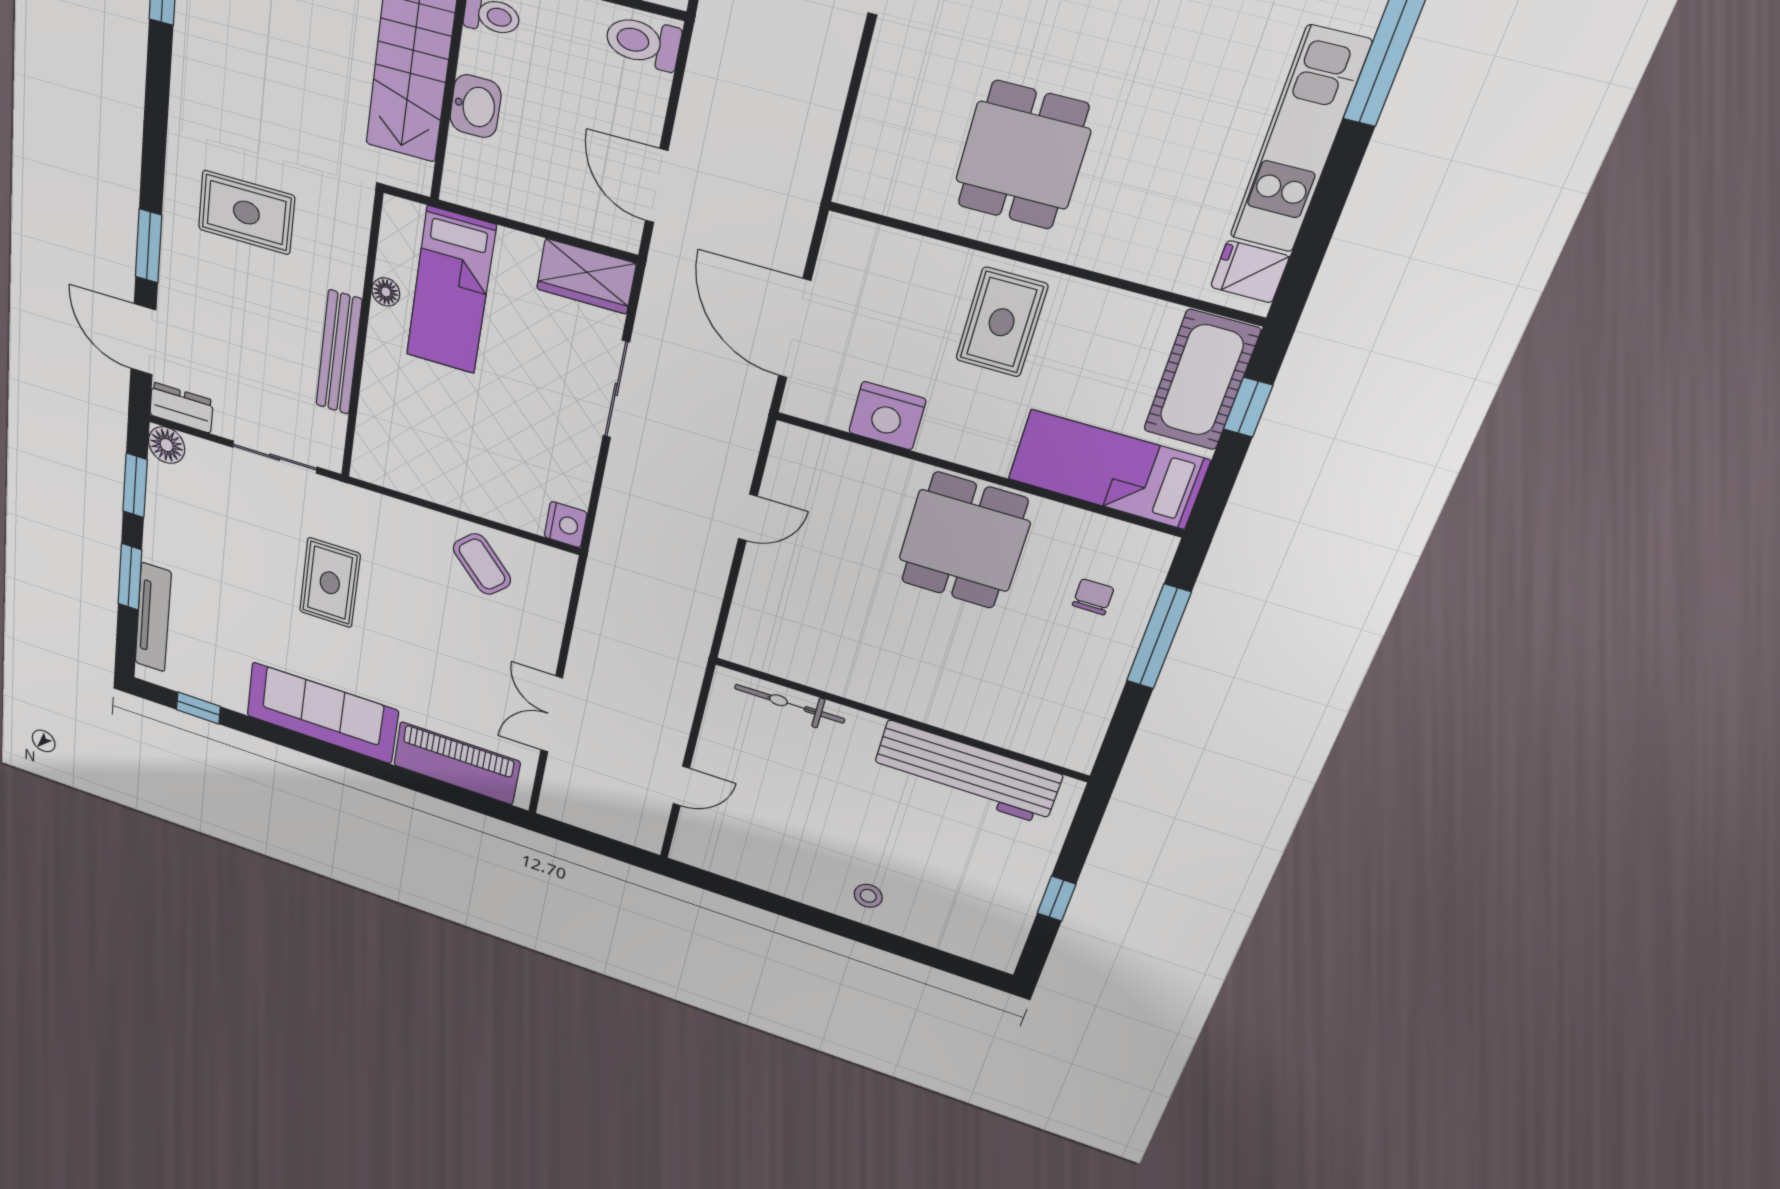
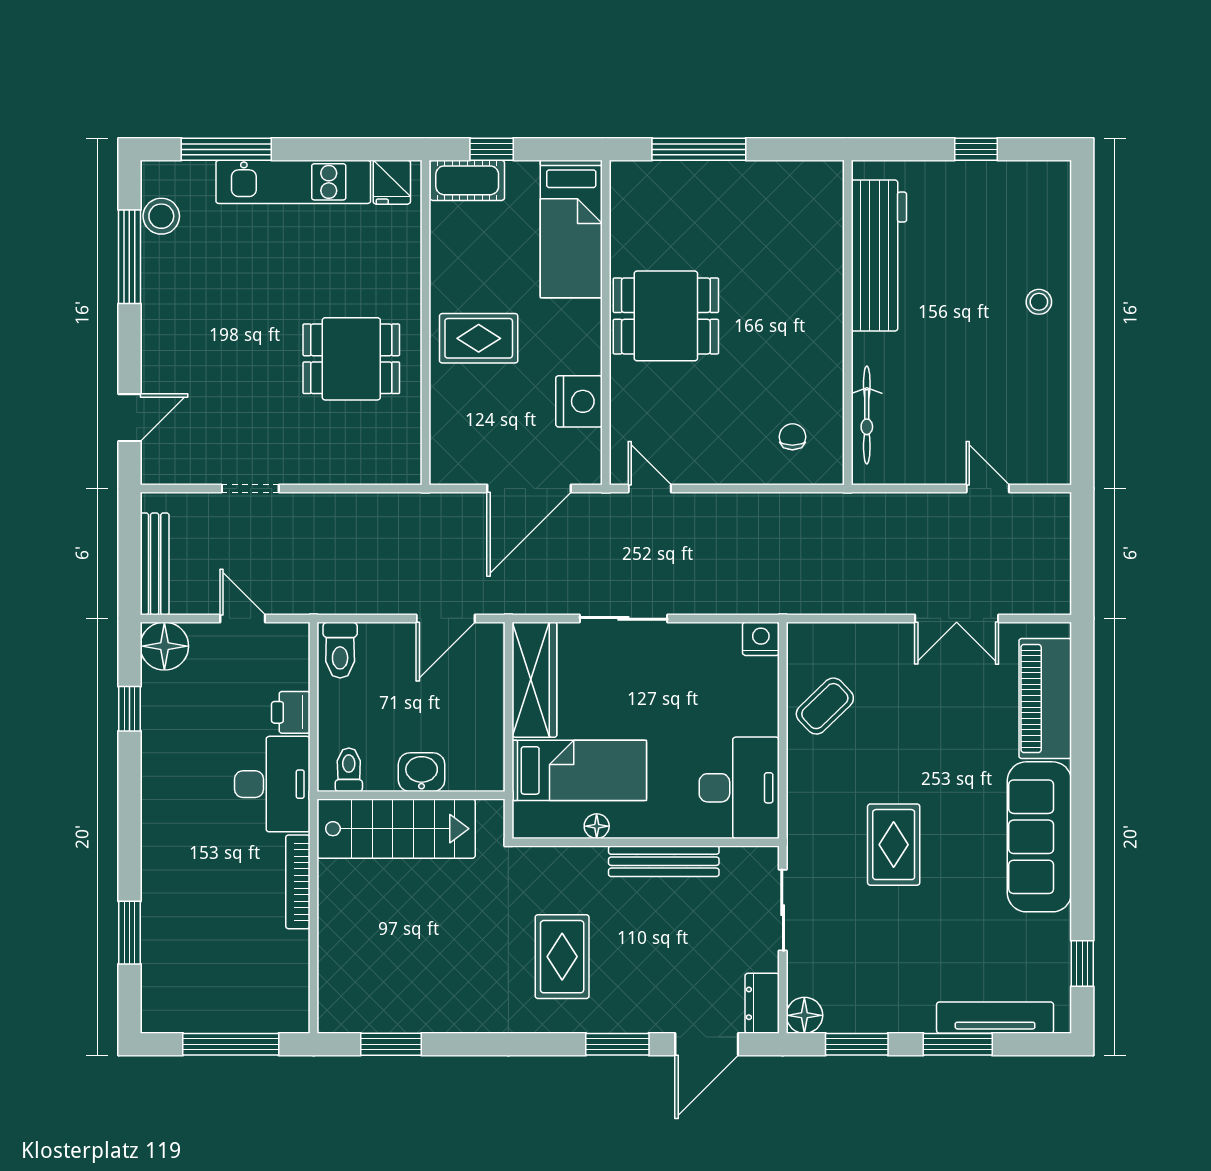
wardrobe: (586, 276) -> (534, 680), width x1.50
cot: (1201, 380) -> (467, 180), width x0.73, depth x0.75
desk: (408, 454) -> (739, 788), added
door: (748, 518) -> (650, 489), moved
rug: (330, 583) -> (894, 845), turned 90
chair: (1093, 597) -> (792, 437), moved, turned 90

